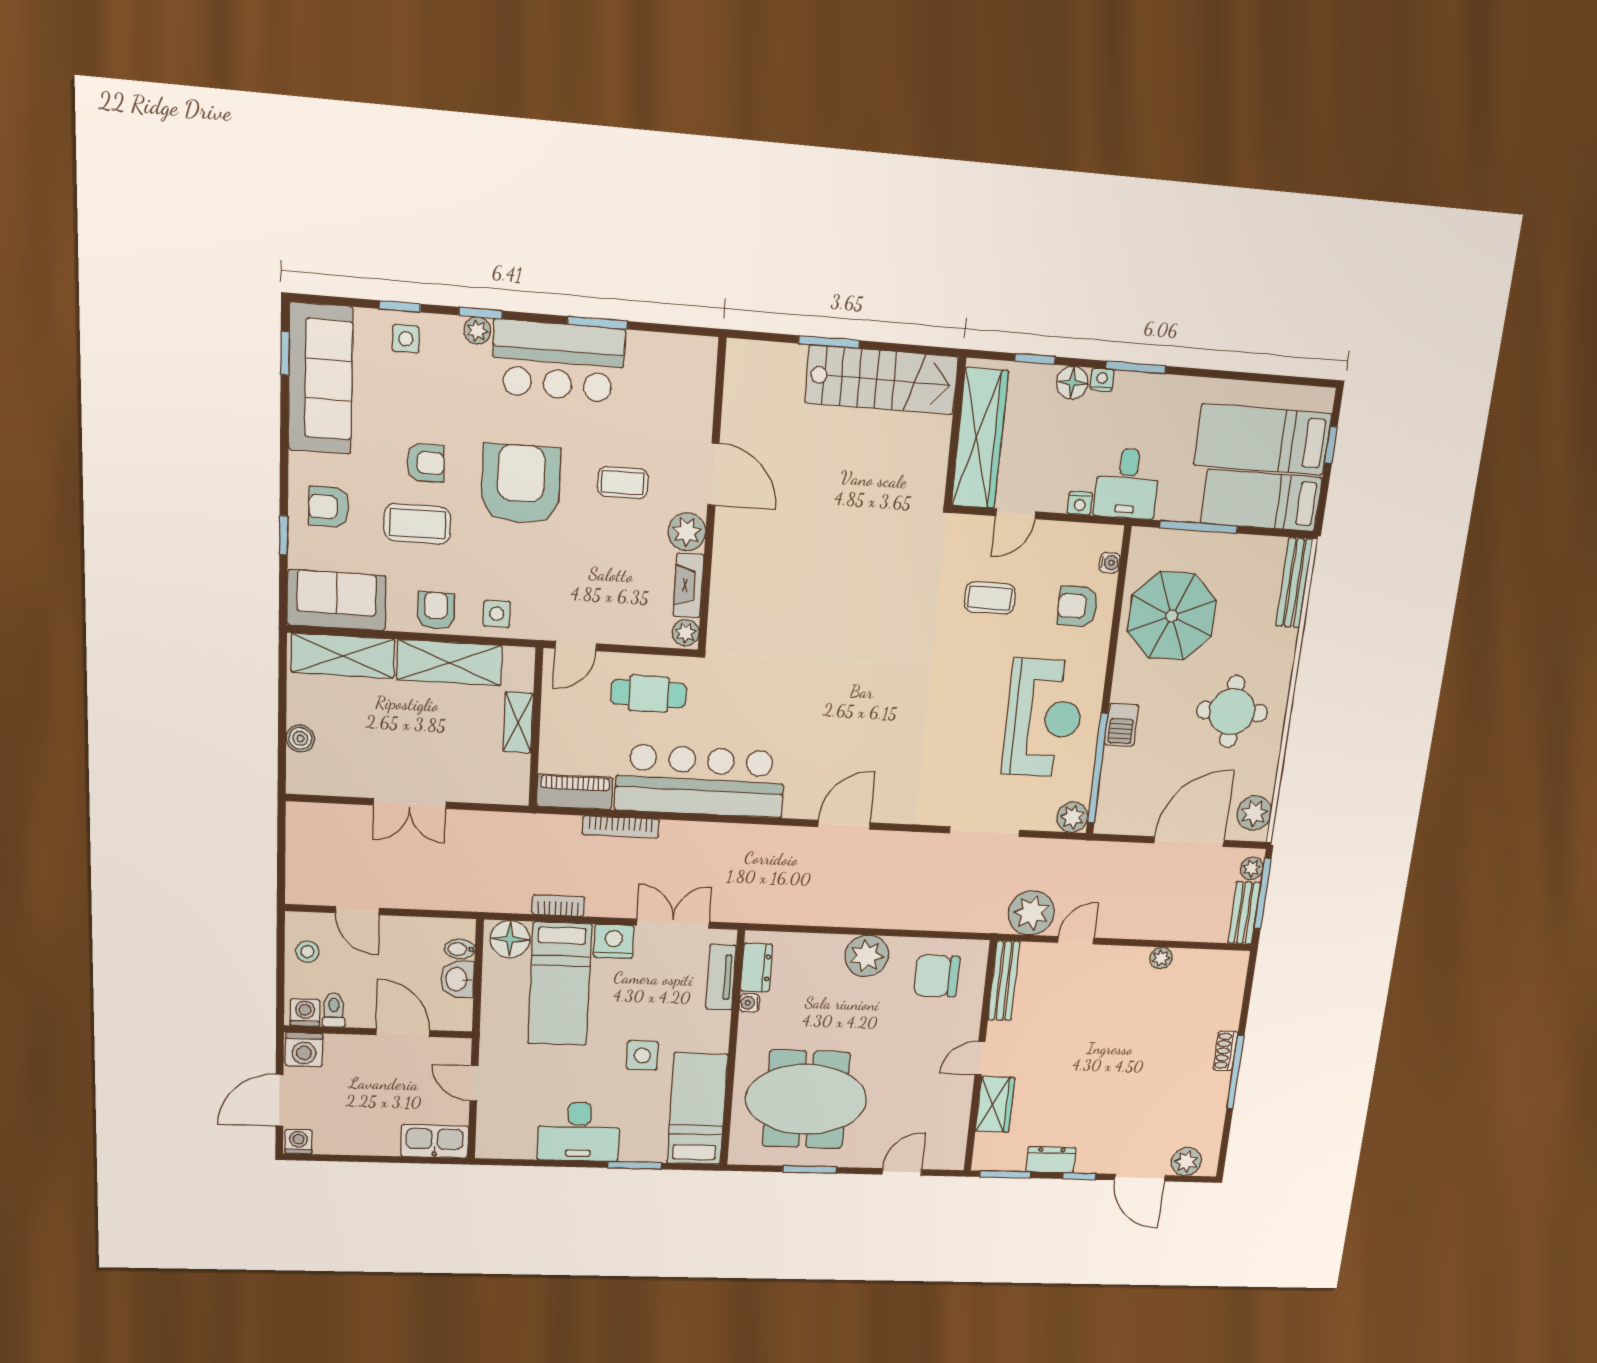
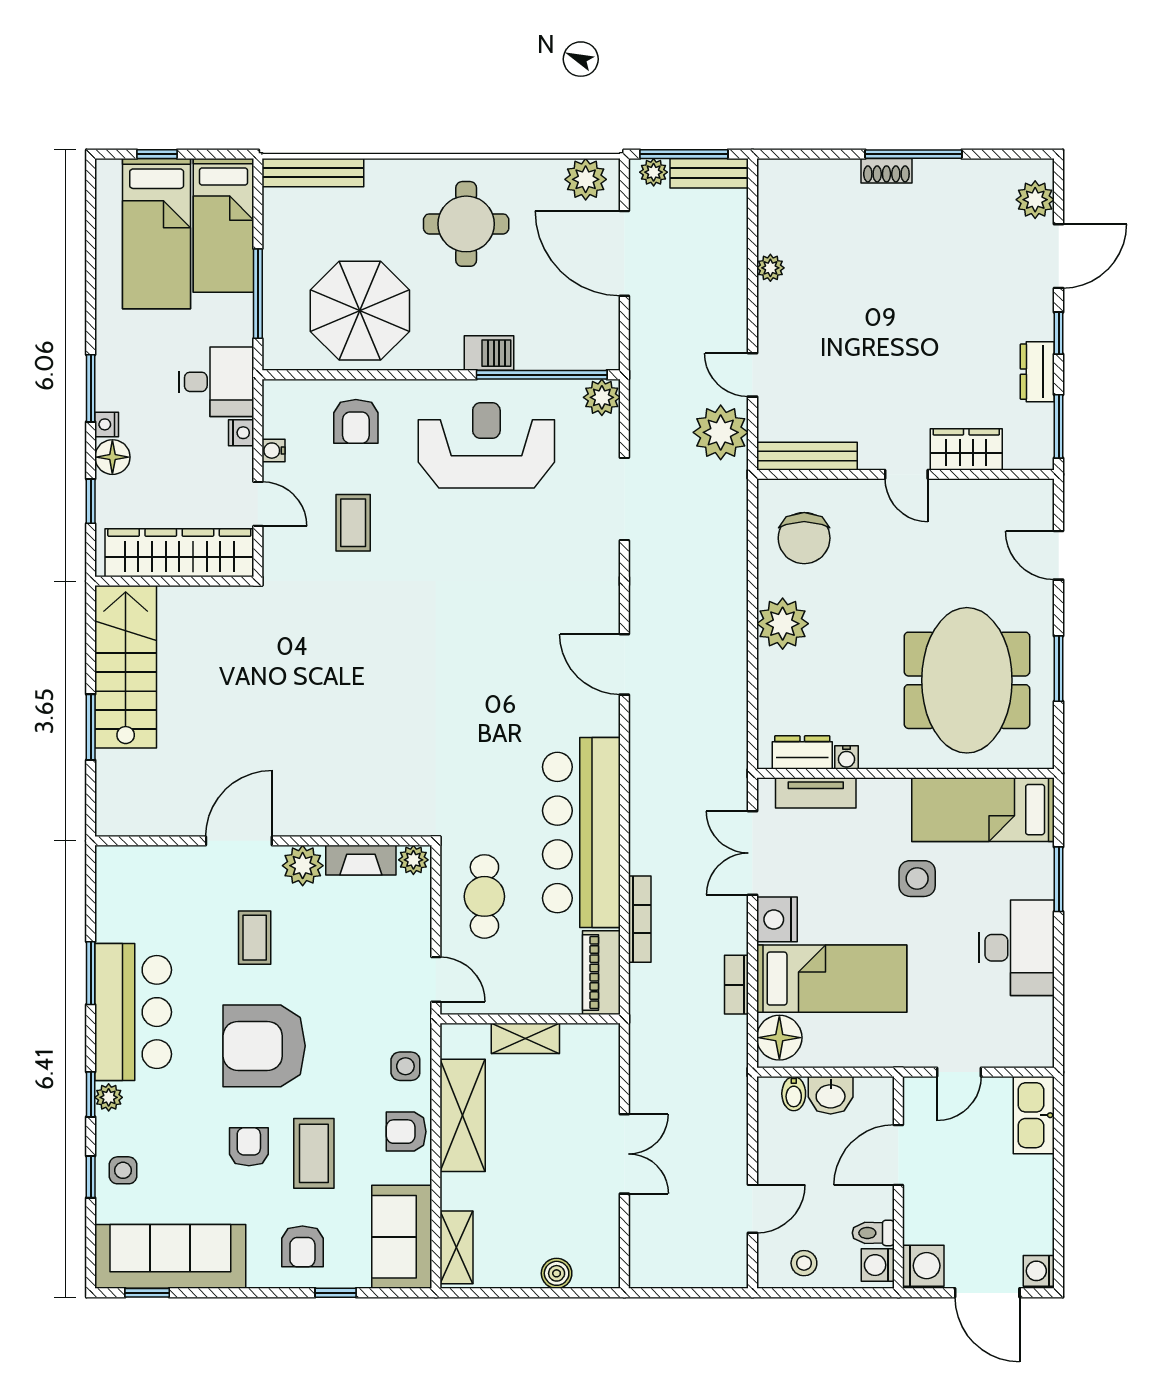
water cooler: (1110, 563) -> (274, 451), moved, turned -90
shelving: (343, 656) -> (456, 1247), width x0.67, depth x0.75

